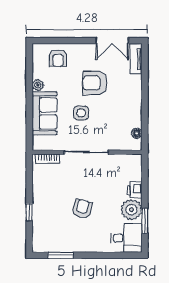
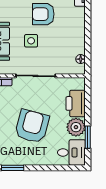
printer: (135, 190) -> (76, 103), width x1.87, depth x1.48
armchair: (82, 209) -> (32, 126), width x1.88, depth x1.88

